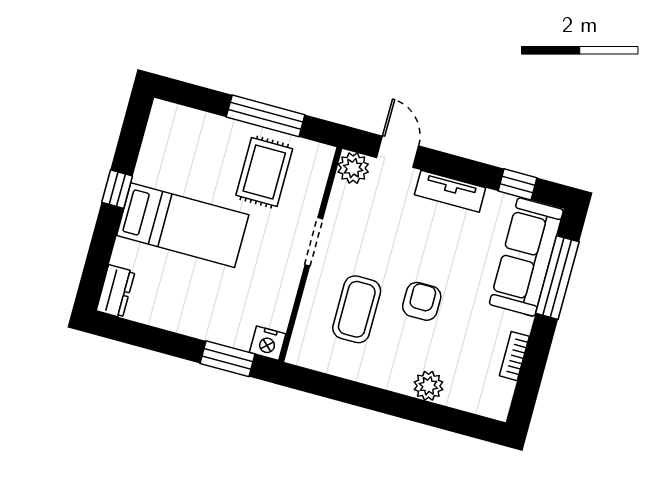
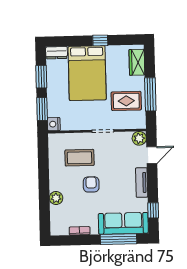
wardrobe: (188, 124) -> (137, 62), added
bed: (183, 225) -> (87, 73), width x1.50
armchair: (422, 301) -> (91, 184), turned -90
window: (158, 340) -> (41, 77), added

